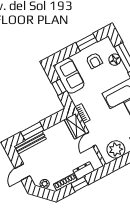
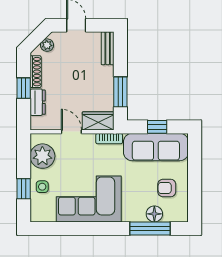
window: (87, 42) -> (195, 191), removed
sofa: (69, 76) -> (156, 147), width x1.36
window: (32, 131) -> (120, 92), moved
bench: (30, 143) -> (108, 48), width x0.73

